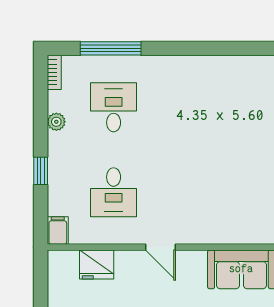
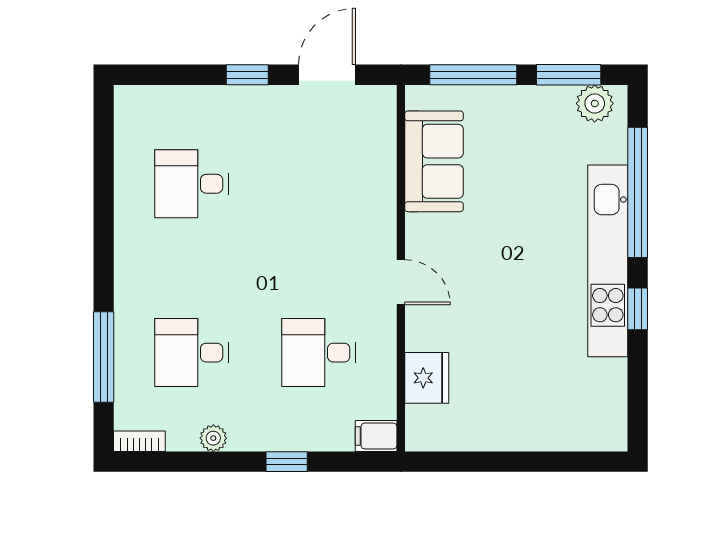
desk: (226, 107) -> (192, 184), added
desk: (114, 192) -> (319, 353), turned 180
door: (161, 247) -> (401, 282), hinge flipped

